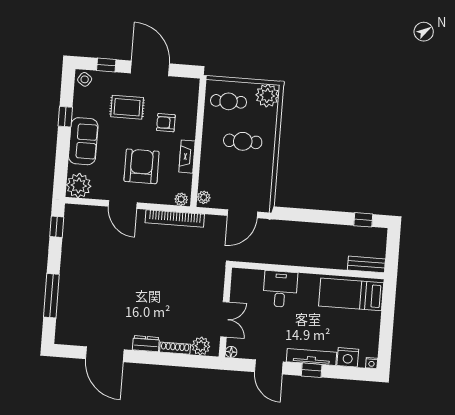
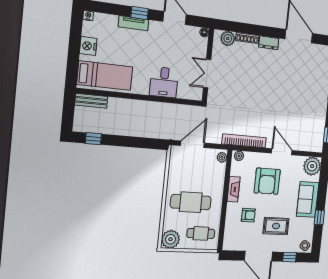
cafe table: (243, 141) -> (191, 202), width x1.37, depth x1.35
double door: (225, 319) -> (207, 74), moved
tv unit: (312, 357) -> (133, 23), width x0.71
nightstand: (348, 357) -> (88, 46), moved, turned -90

